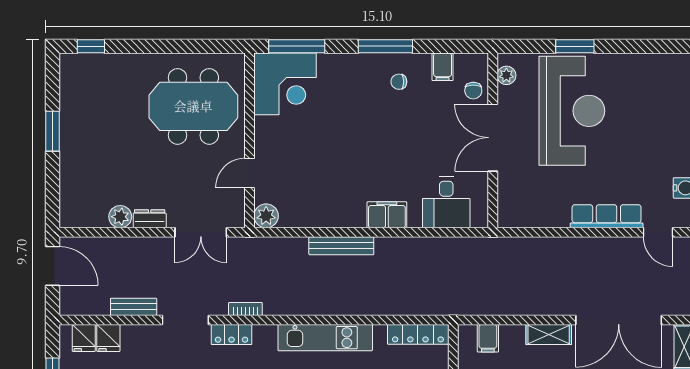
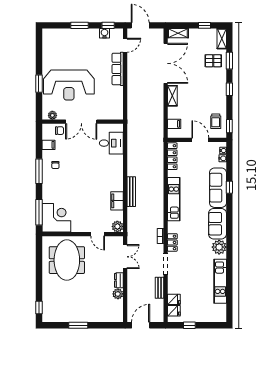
reception desk: (572, 111) -> (69, 85), turned 180
filing cabinet: (387, 215) -> (117, 201), moved

